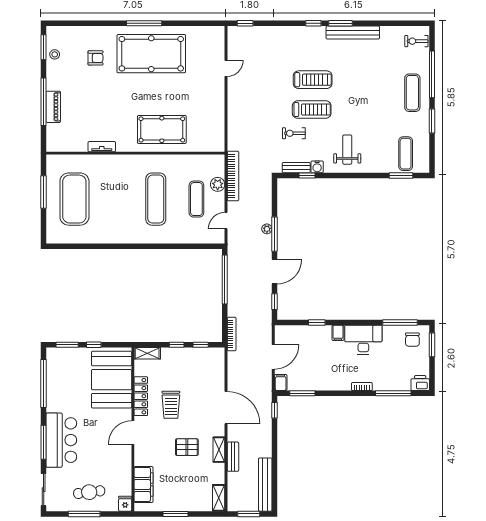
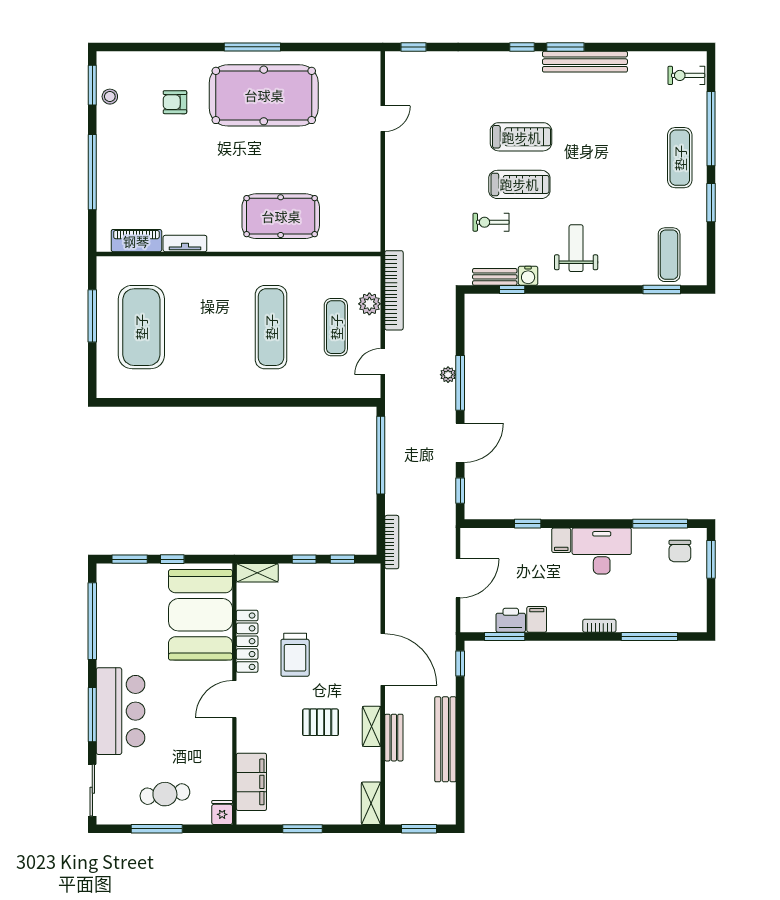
armchair: (96, 58) -> (175, 102), turned 180
piano: (53, 107) -> (136, 241), moved, turned -90
filing cabinet: (281, 382) -> (537, 619), moved
printer: (420, 383) -> (511, 620), moved
bench: (265, 485) -> (445, 739), moved

